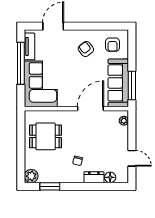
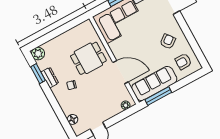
dining table: (46, 136) -> (88, 58), moved, turned 90
dresser: (94, 177) -> (50, 78), moved

